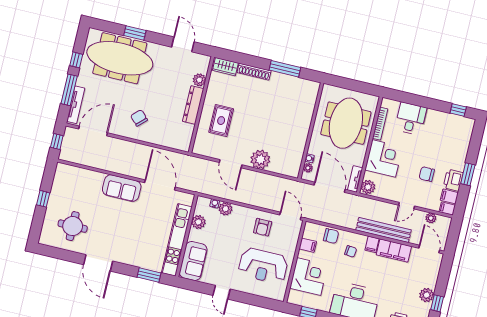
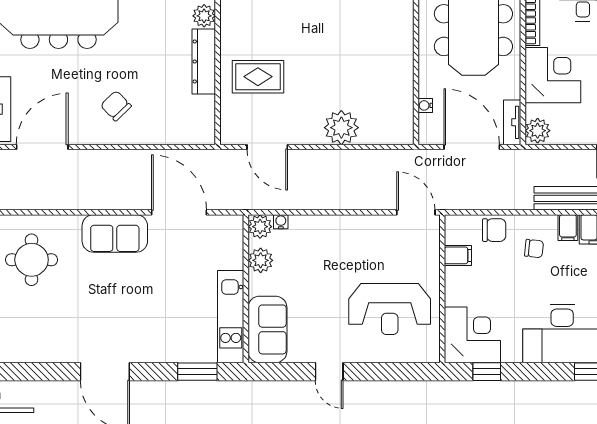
rug: (221, 121) -> (258, 77), turned 90
door: (231, 164) -> (267, 147), moved
plant: (308, 168) -> (426, 122), removed
plant: (226, 209) -> (260, 227), moved
round table: (73, 226) -> (32, 260), moved
armchair: (263, 227) -> (373, 243), removed
kitchen unit: (177, 240) -> (231, 317), width x0.73
corner desk: (309, 277) -> (472, 335), moved

